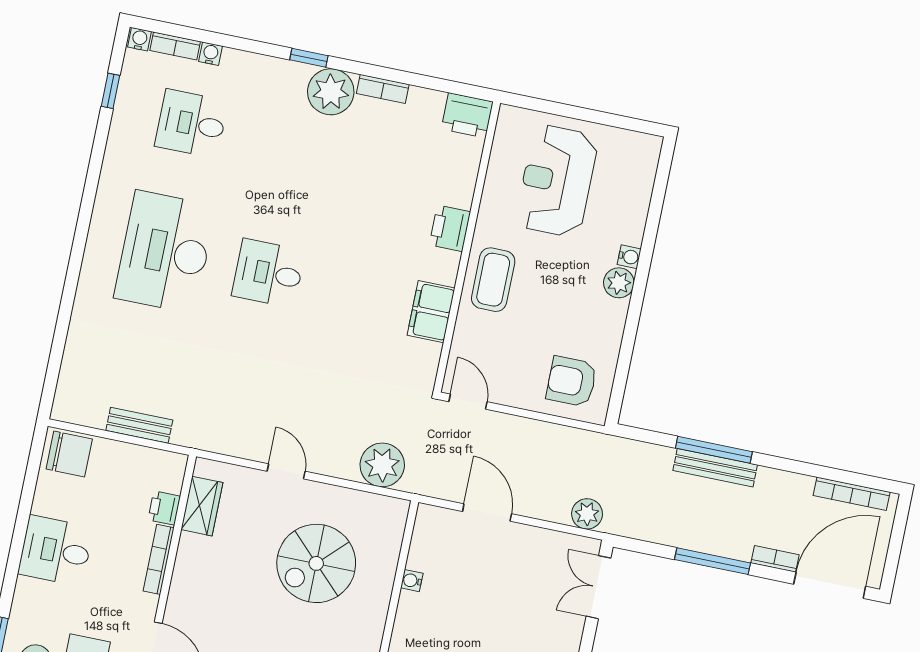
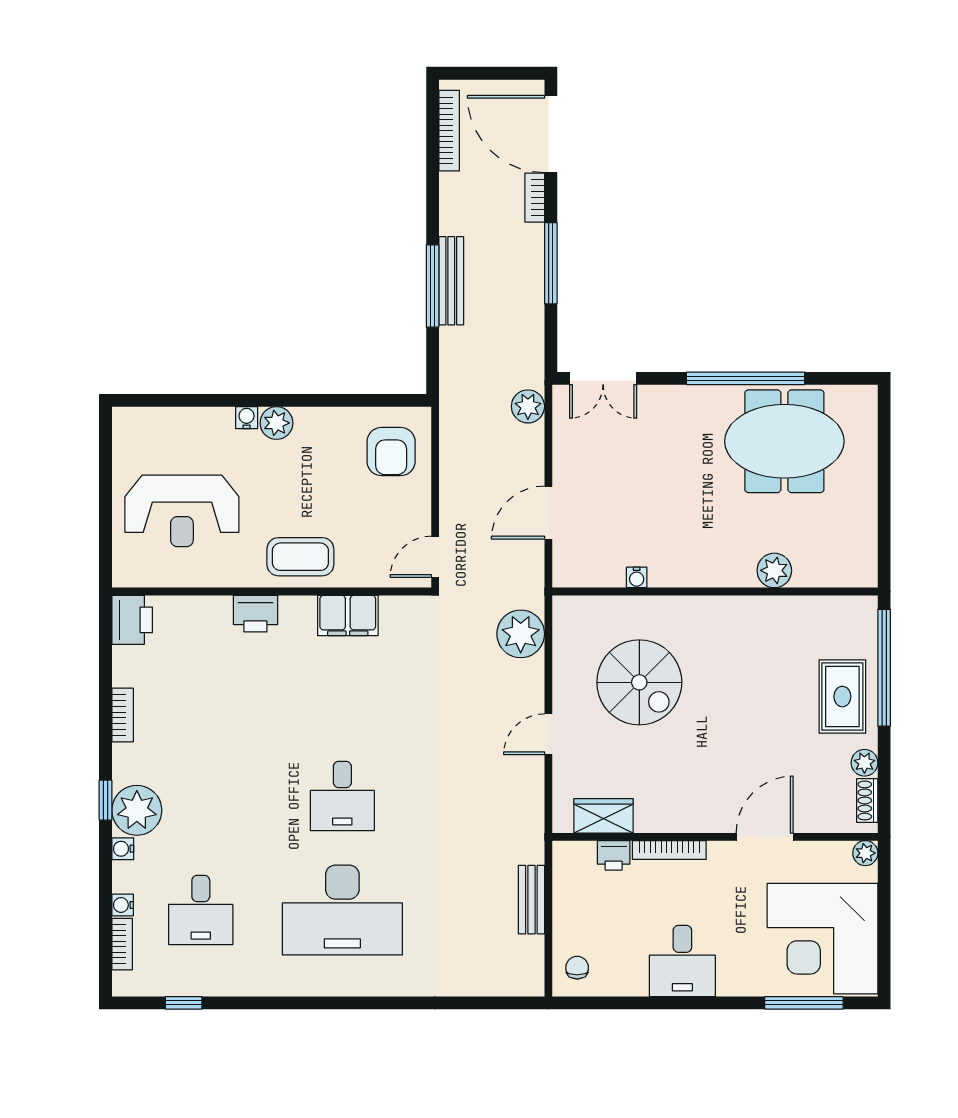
water cooler: (140, 39) -> (123, 849), moved
plant: (331, 92) -> (137, 810), moved
chair: (69, 454) -> (577, 968), width x0.54, depth x0.54

